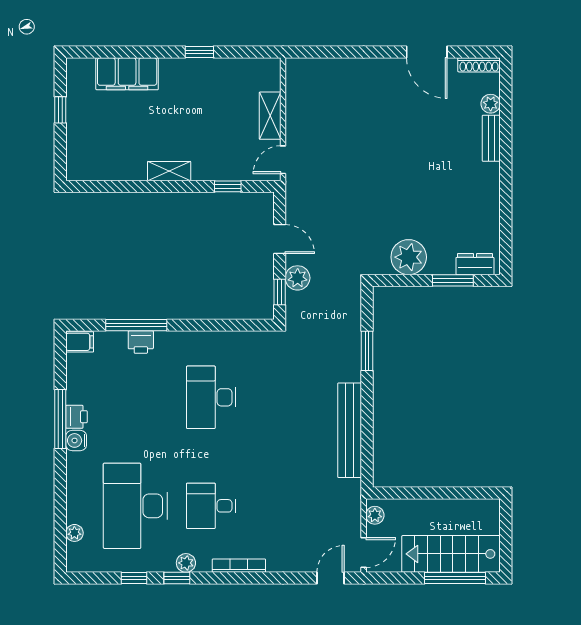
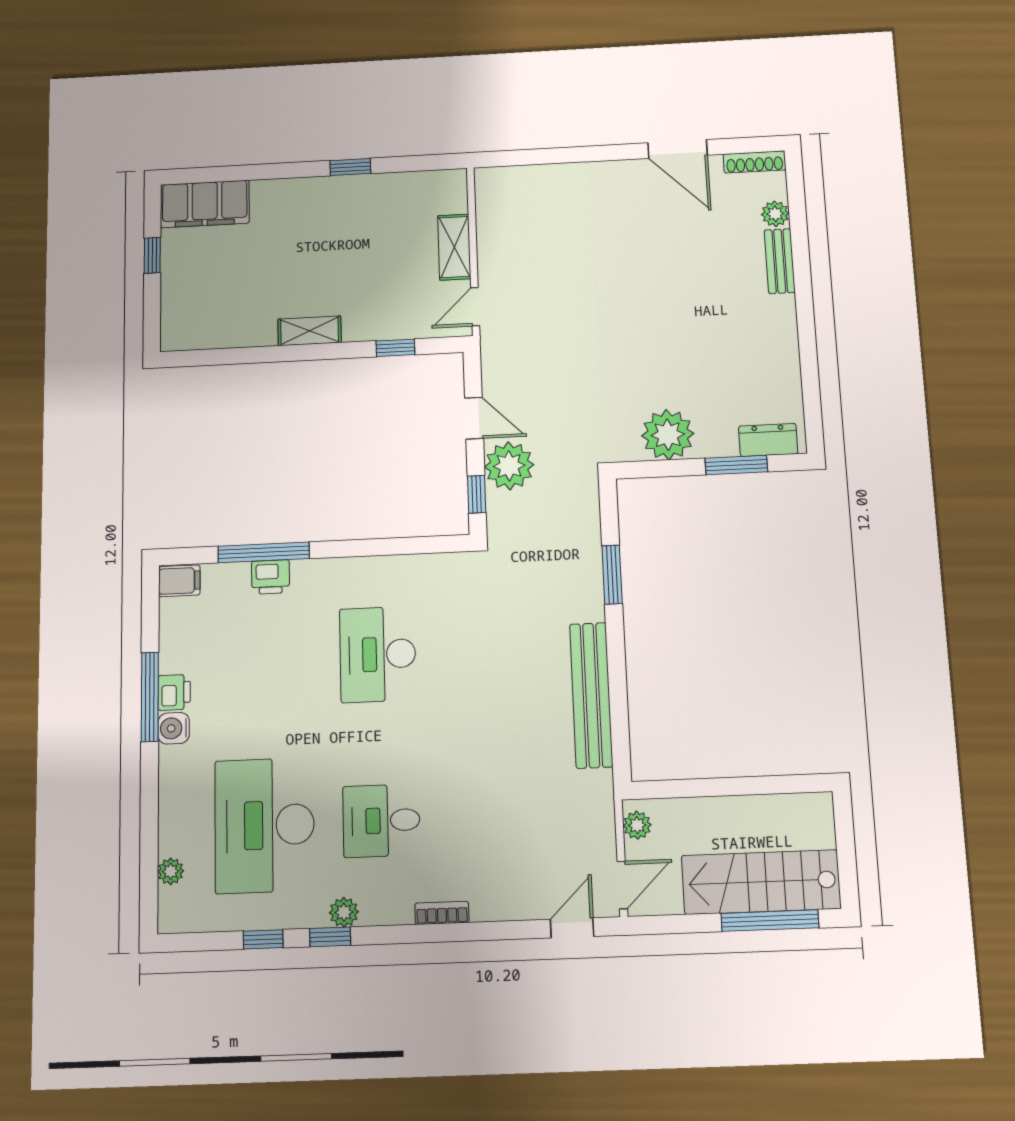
filing cabinet: (127, 74) -> (205, 204), moved
plant: (298, 278) -> (509, 466), width x1.36, depth x1.36
bookcase: (239, 566) -> (442, 913), width x0.64

